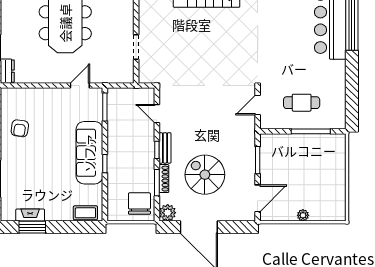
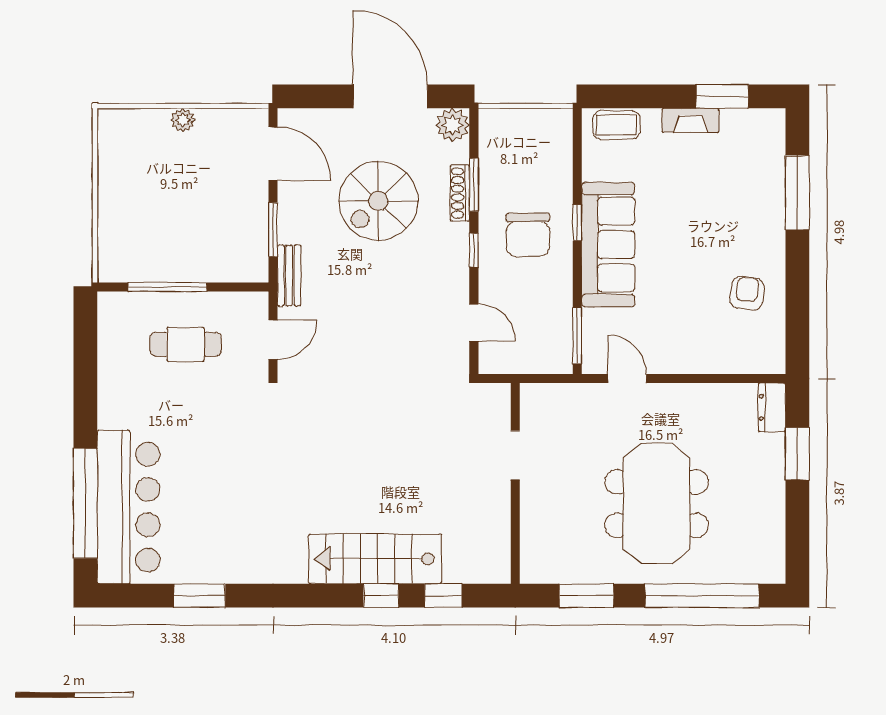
door: (80, 85) -> (627, 379), swing flipped
bench: (165, 148) -> (289, 275), moved
spiral stairs: (205, 175) -> (378, 201), turned 90
door: (258, 198) -> (273, 154), swing flipped
chair: (139, 204) -> (528, 235), moved
fireplace: (30, 215) -> (691, 120), moved

